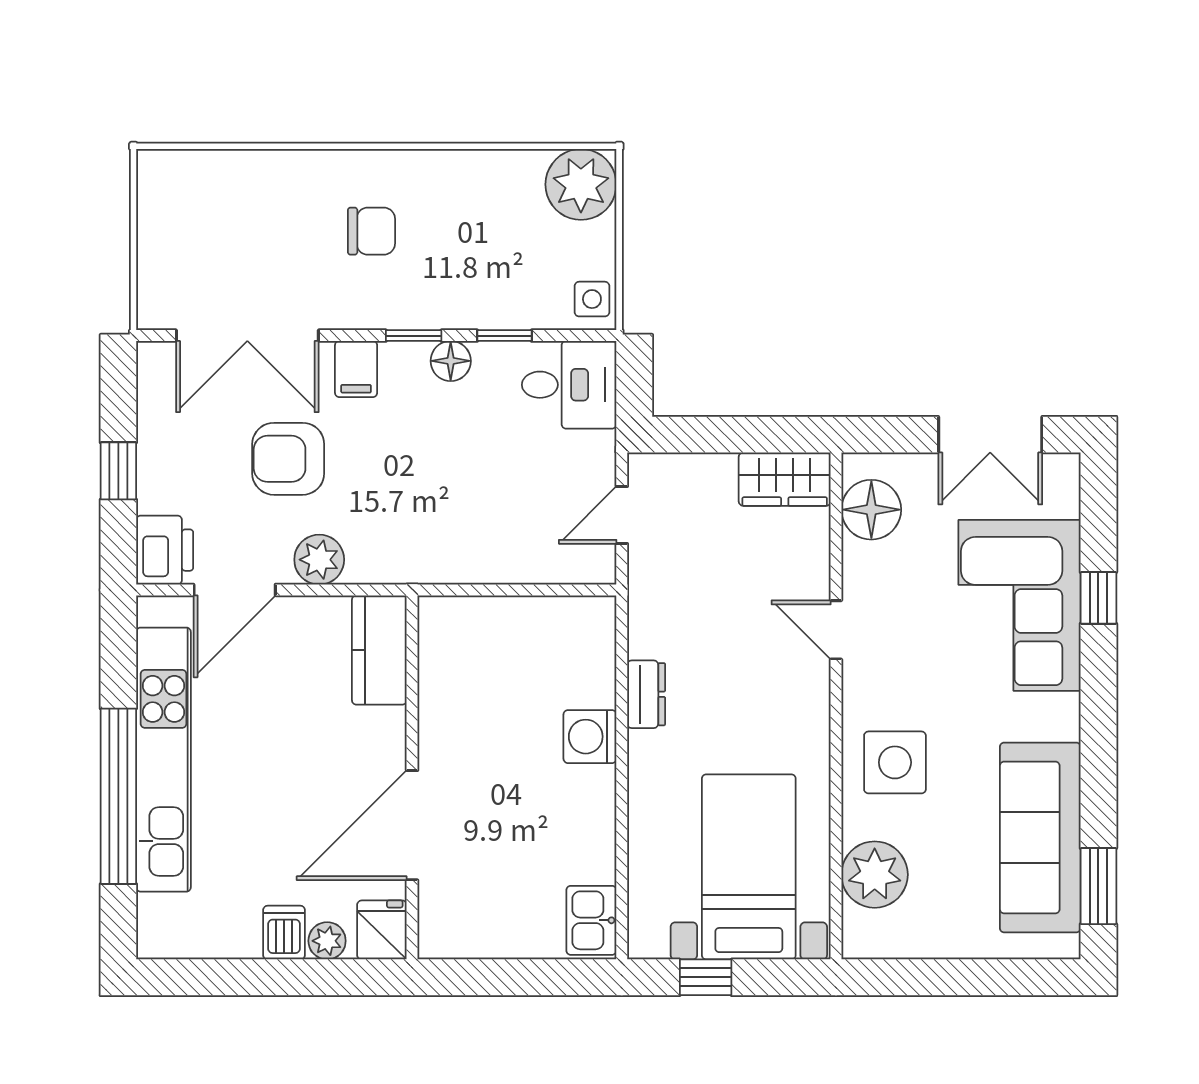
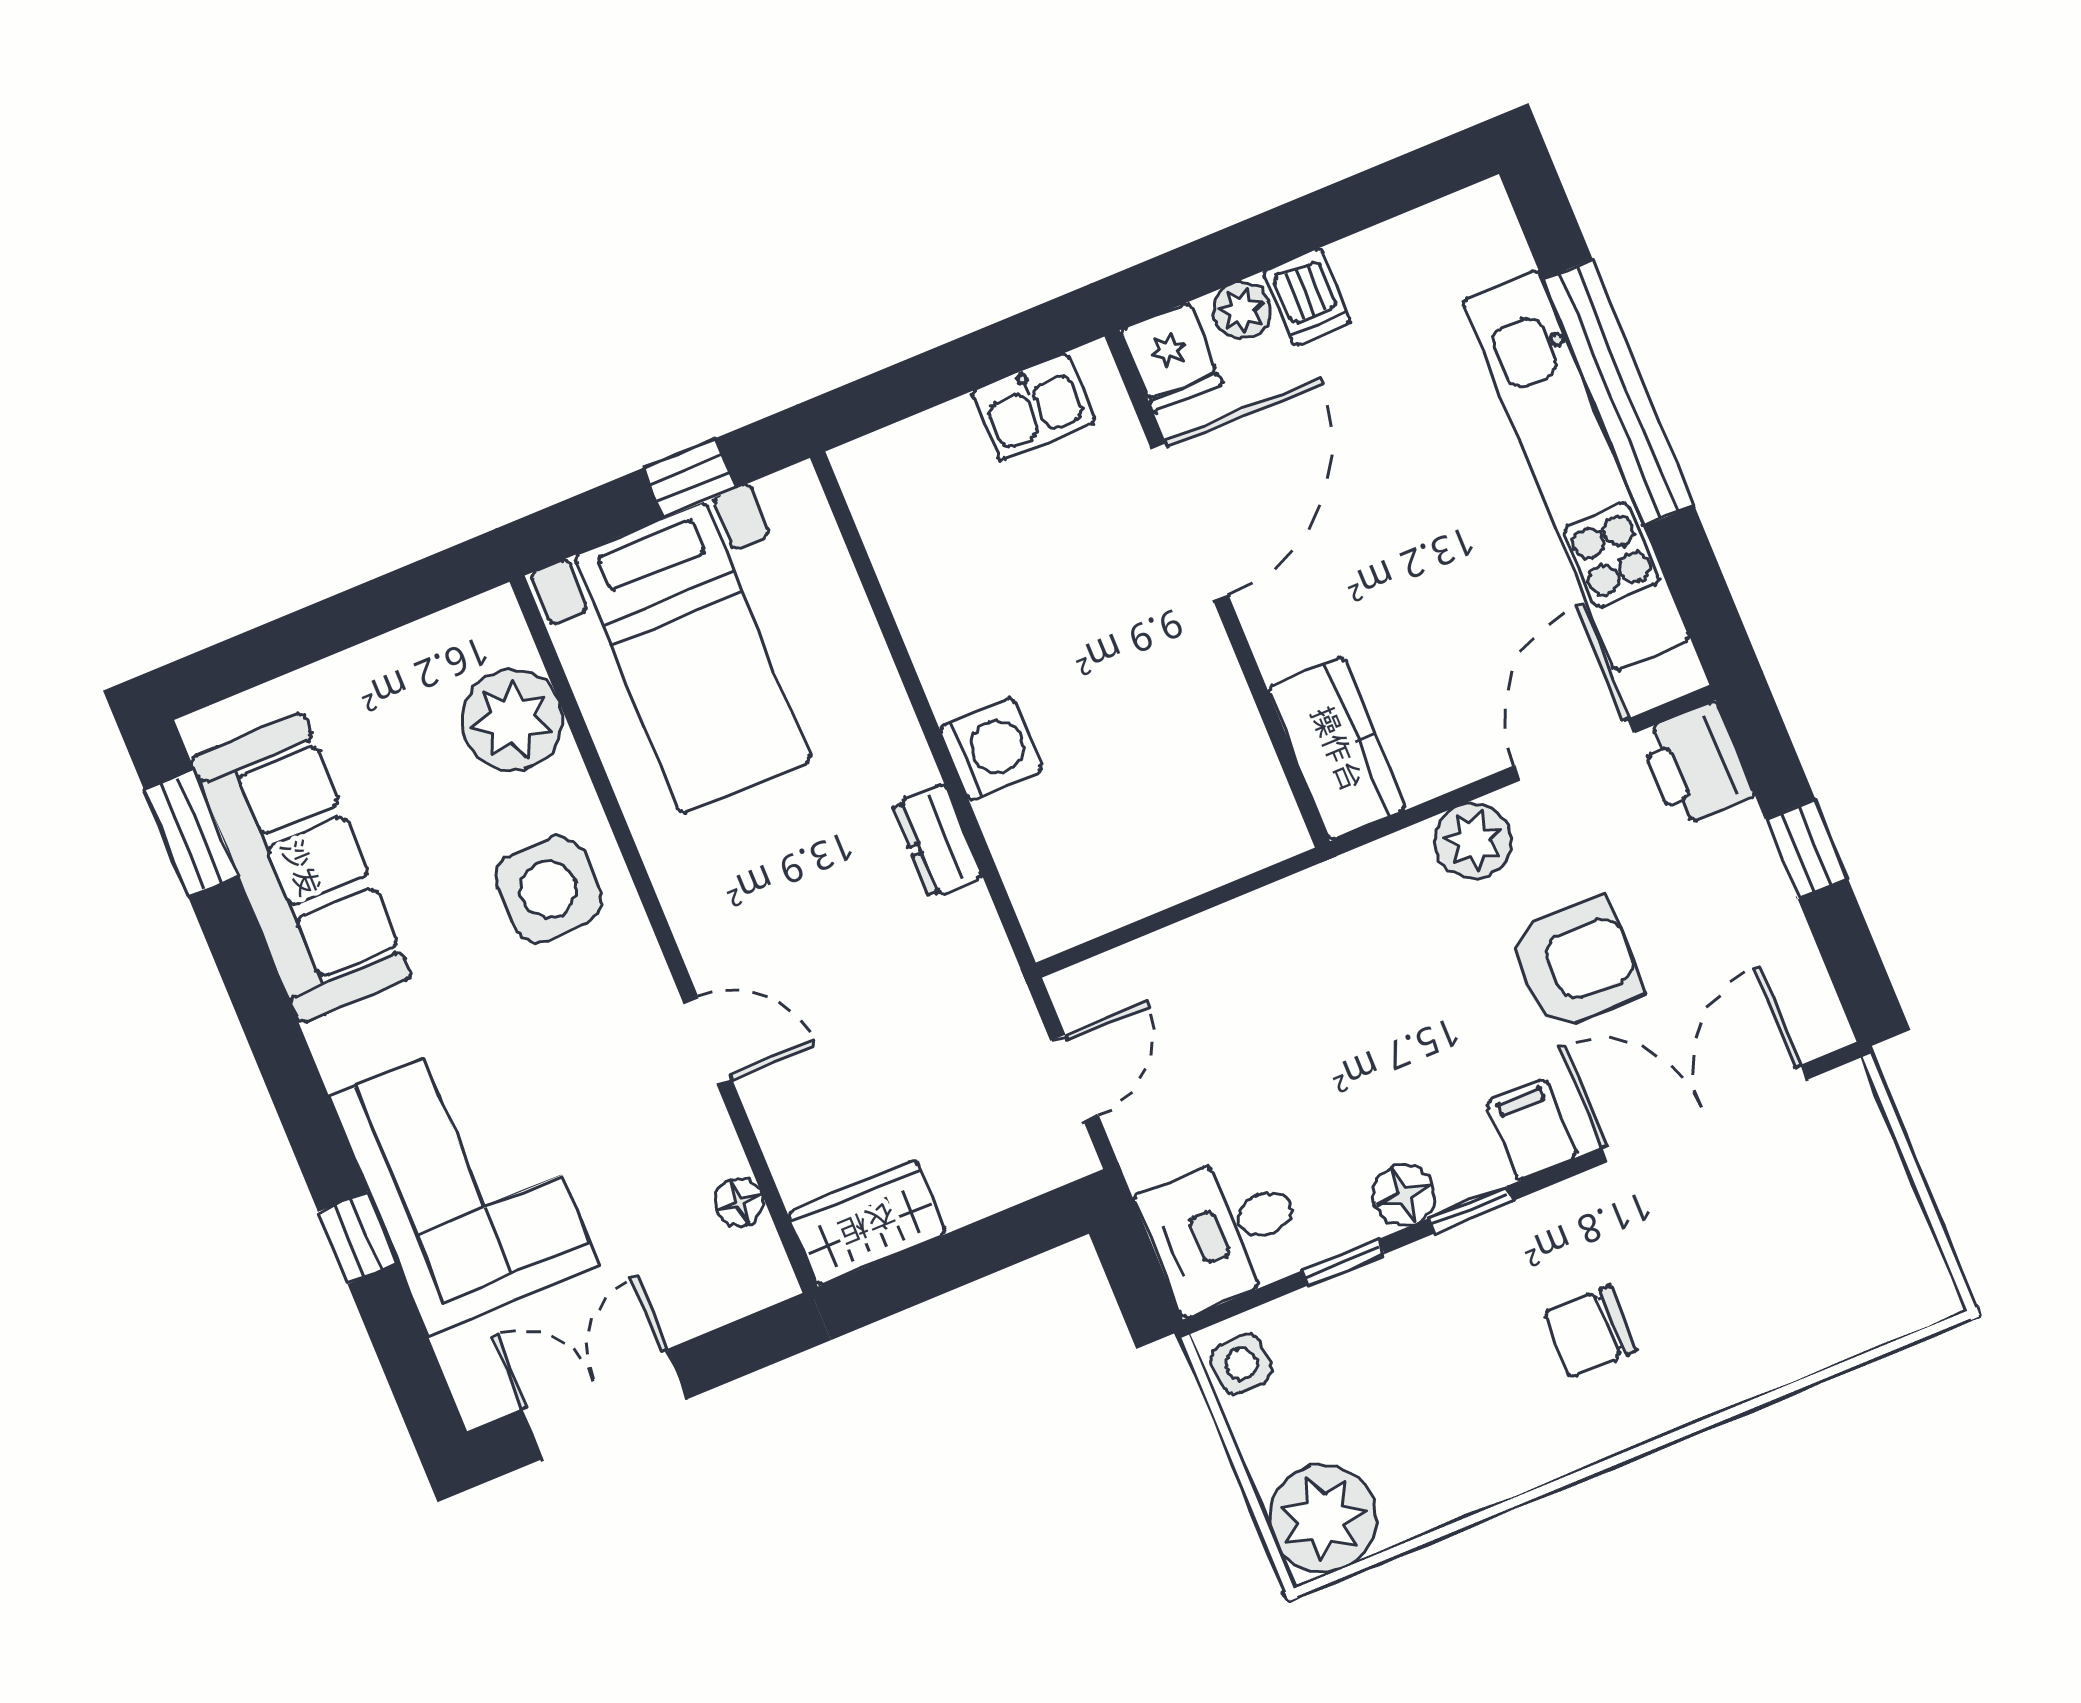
floor lamp: (871, 510) -> (739, 1202), width x0.53, depth x0.53
kitchen sink: (591, 920) -> (1034, 407), moved, turned 90

